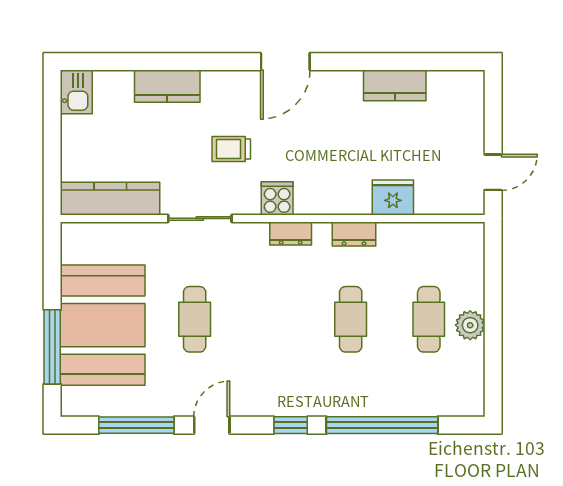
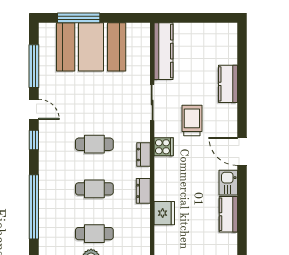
kitchen sink: (76, 92) -> (228, 183), moved, turned 90
trolley: (231, 149) -> (192, 121), width x1.36, depth x1.39
cafe table: (195, 319) -> (94, 144), moved
window: (291, 425) -> (34, 140), moved

